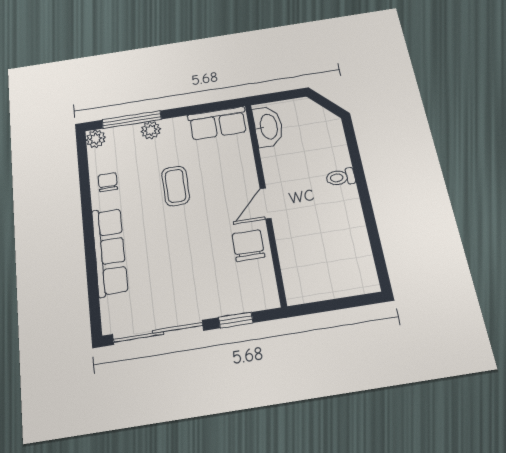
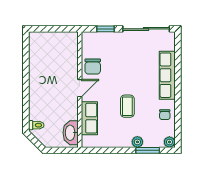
window: (132, 120) -> (148, 150), width x0.69
row of seats: (218, 123) -> (89, 118), moved, turned 90
toilet: (341, 177) -> (36, 125), moved

